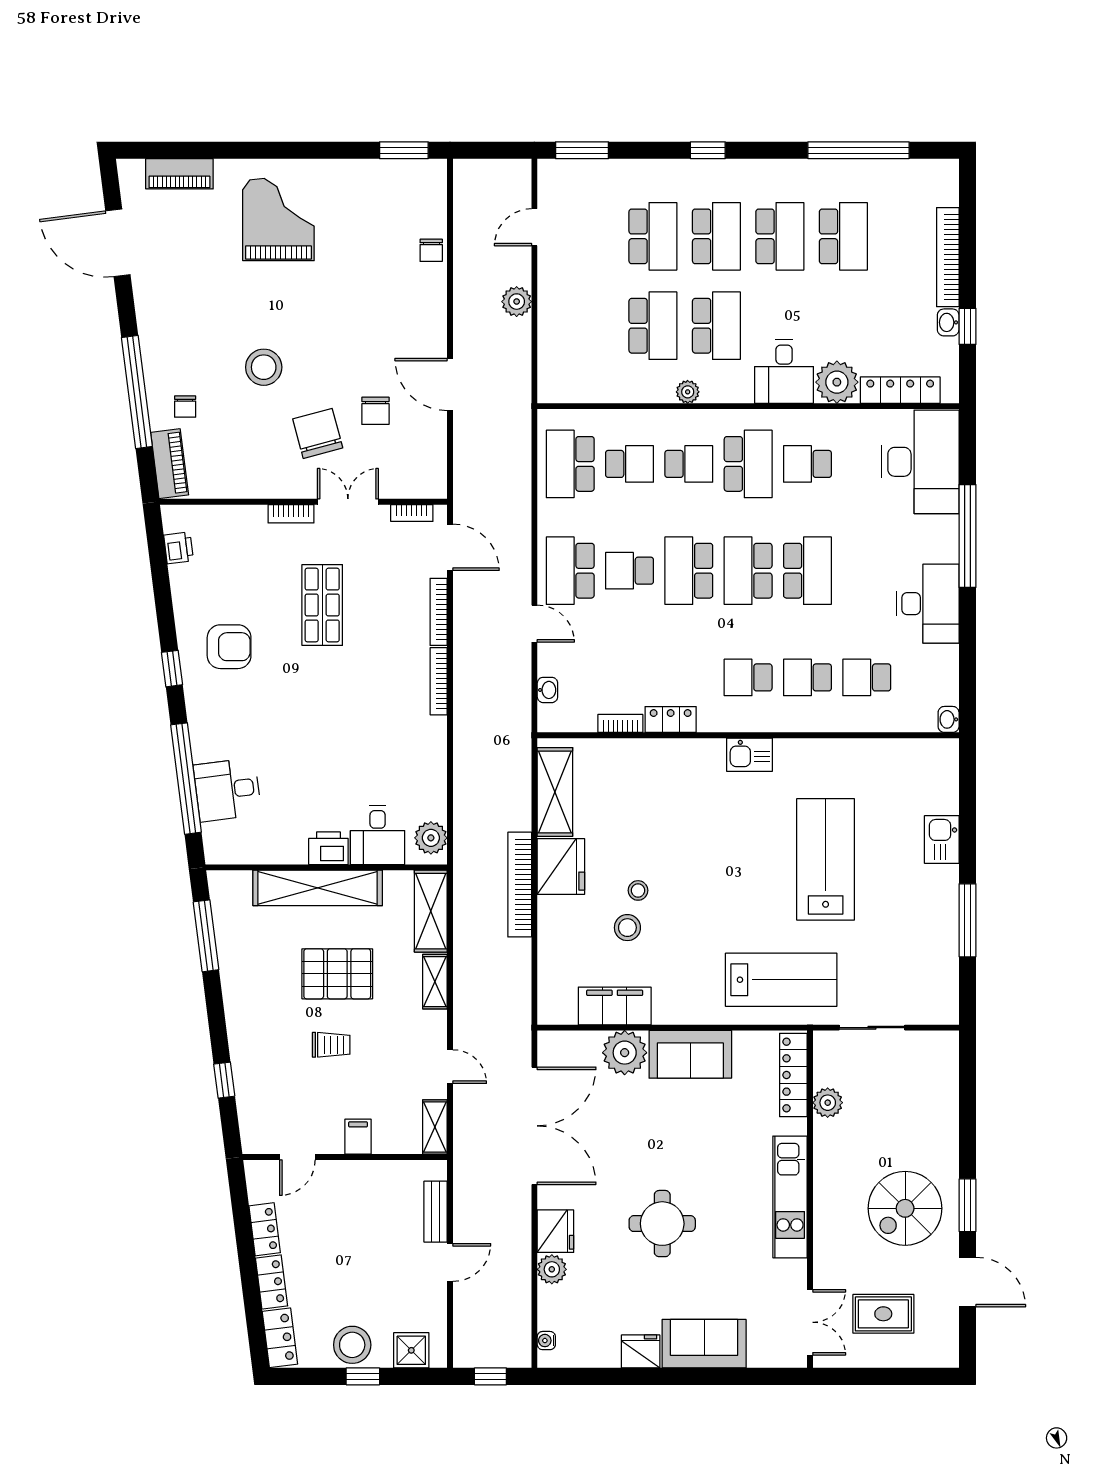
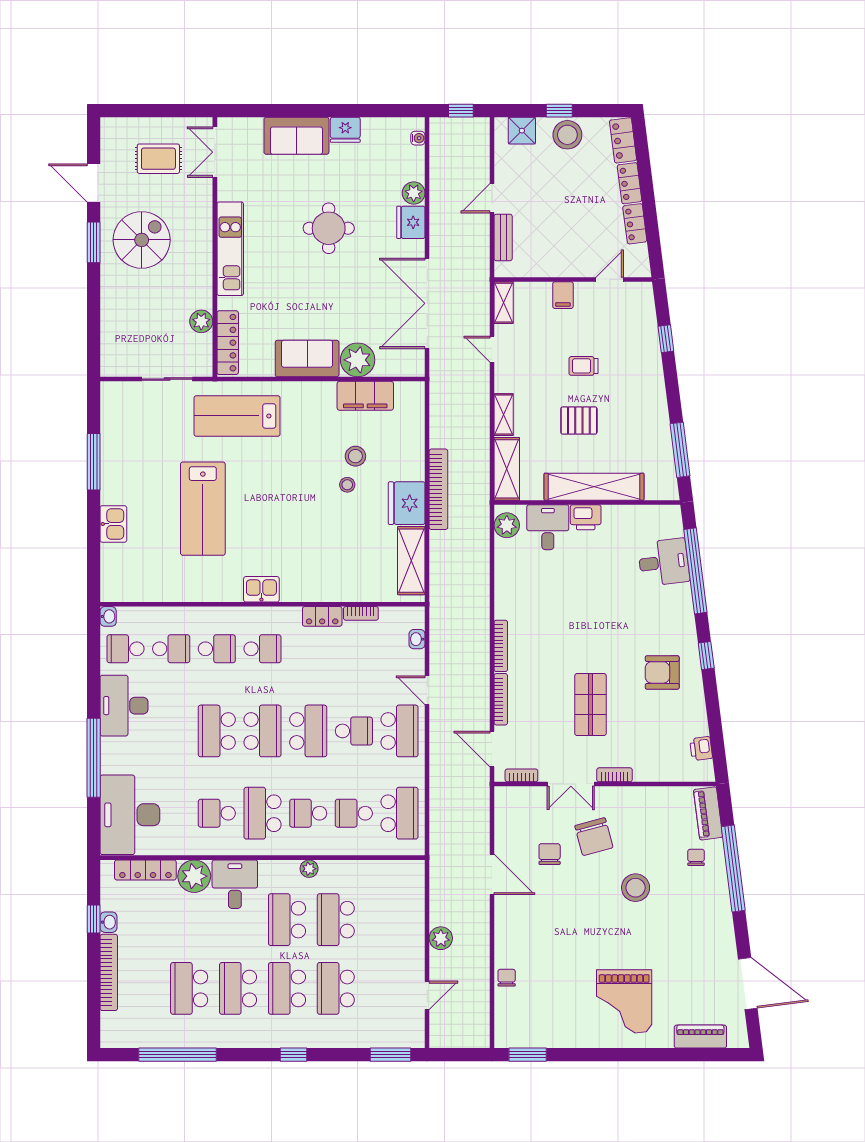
school desk: (807, 464) -> (217, 813), turned 180
school desk: (926, 677) -> (125, 649), added
pallet: (337, 974) -> (579, 421), width x0.67, depth x0.71

